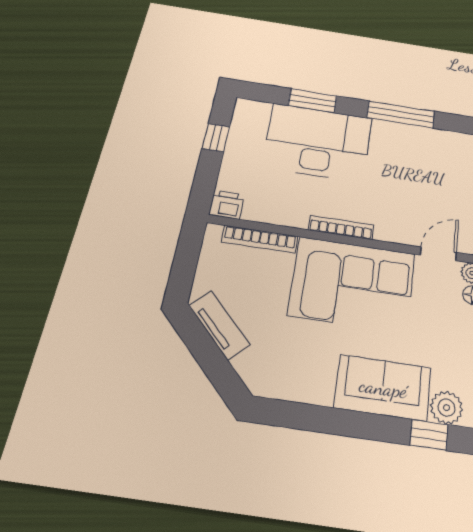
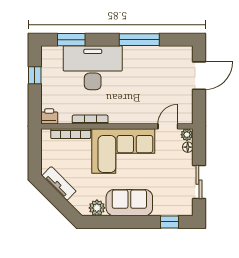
window: (313, 101) -> (71, 40), moved
bookcase: (341, 227) -> (90, 120), moved
sofa: (383, 388) -> (129, 203), moved
plant: (446, 408) -> (97, 208), moved

